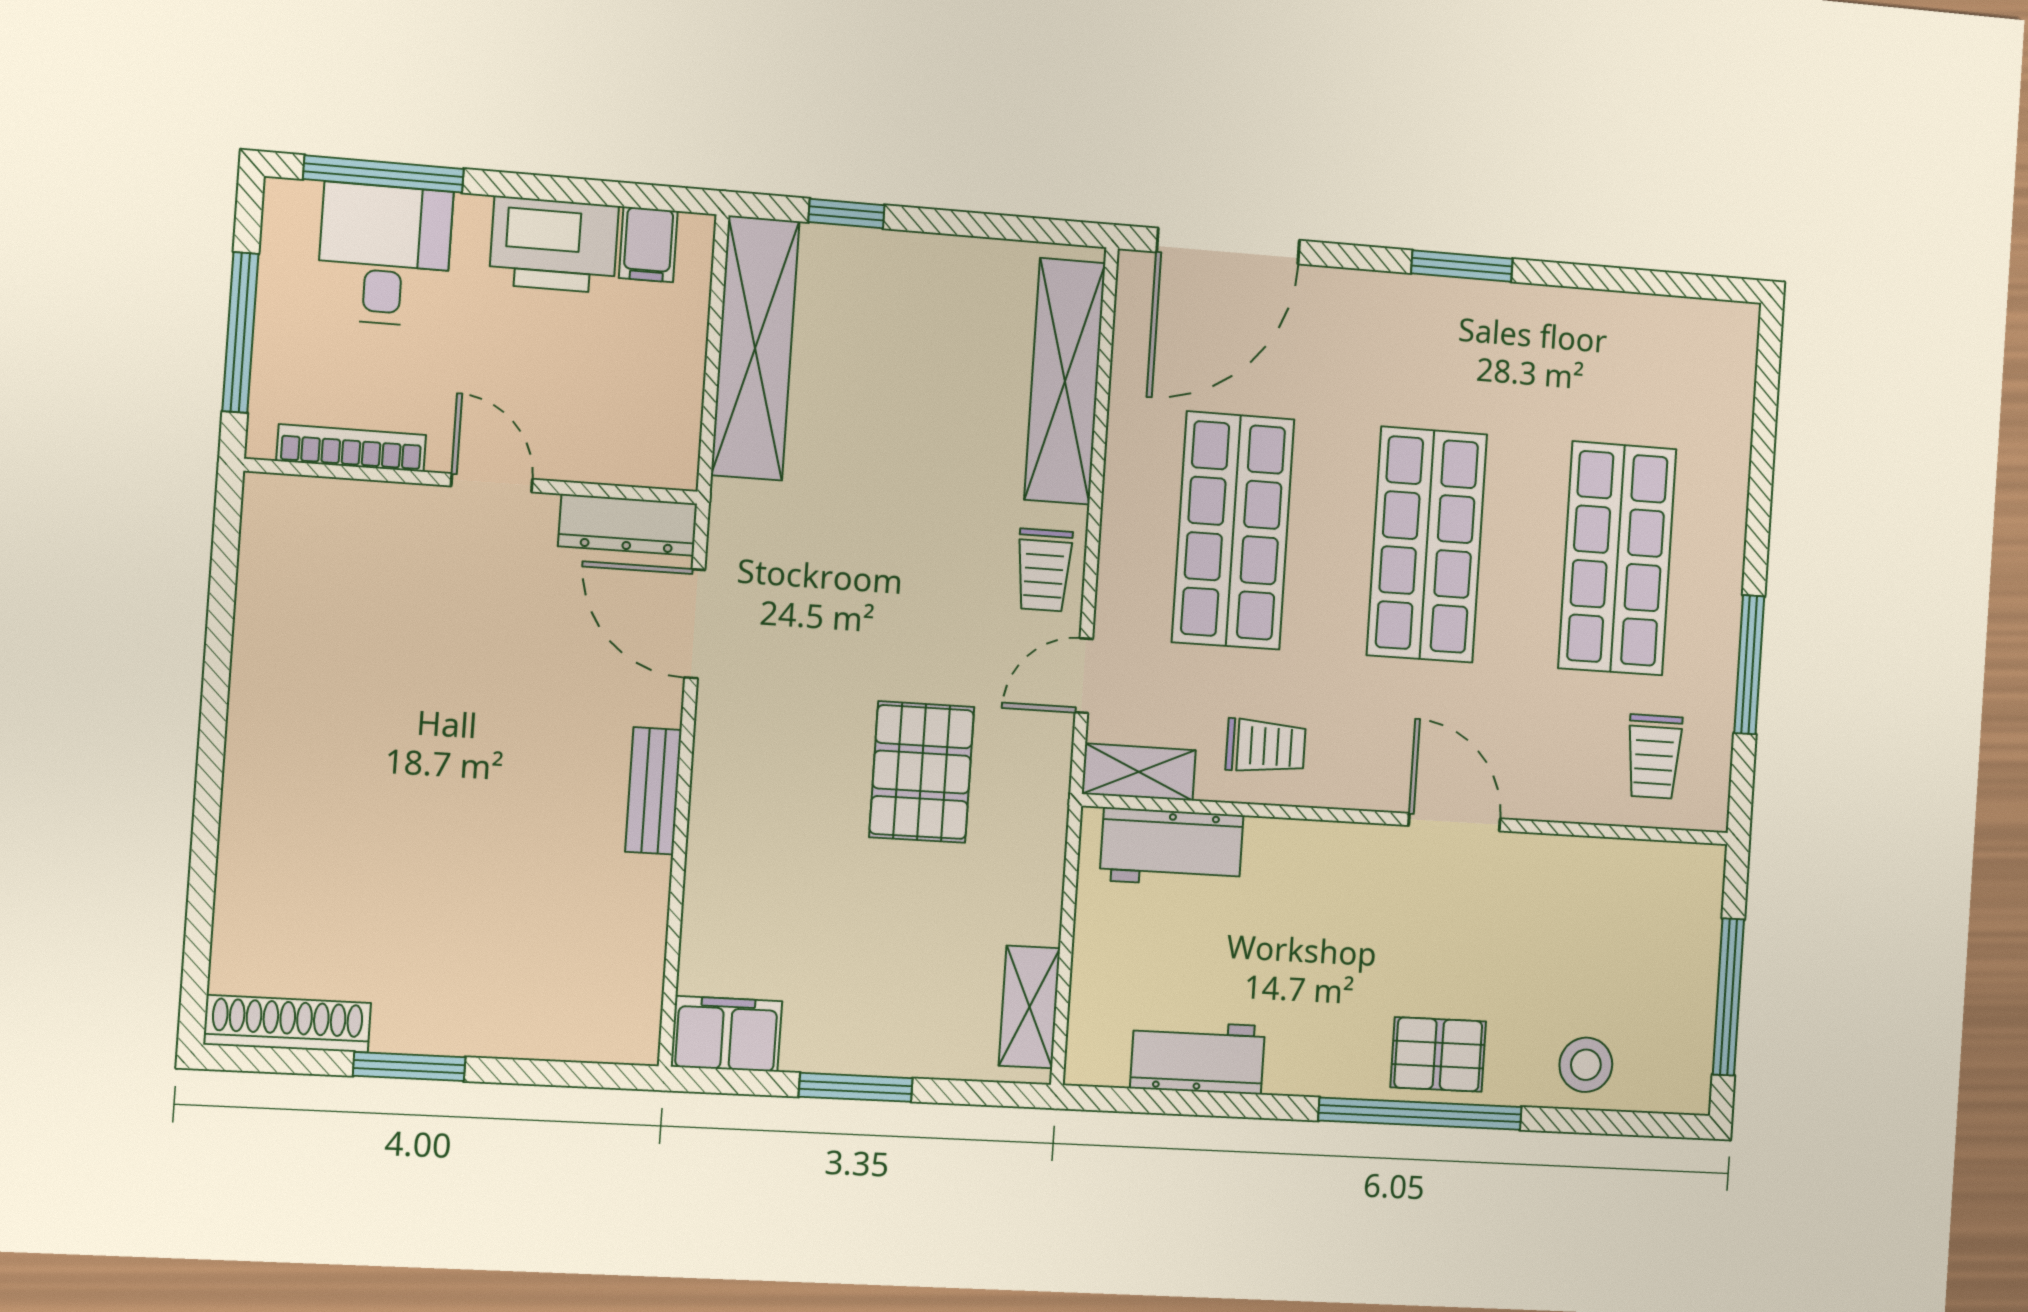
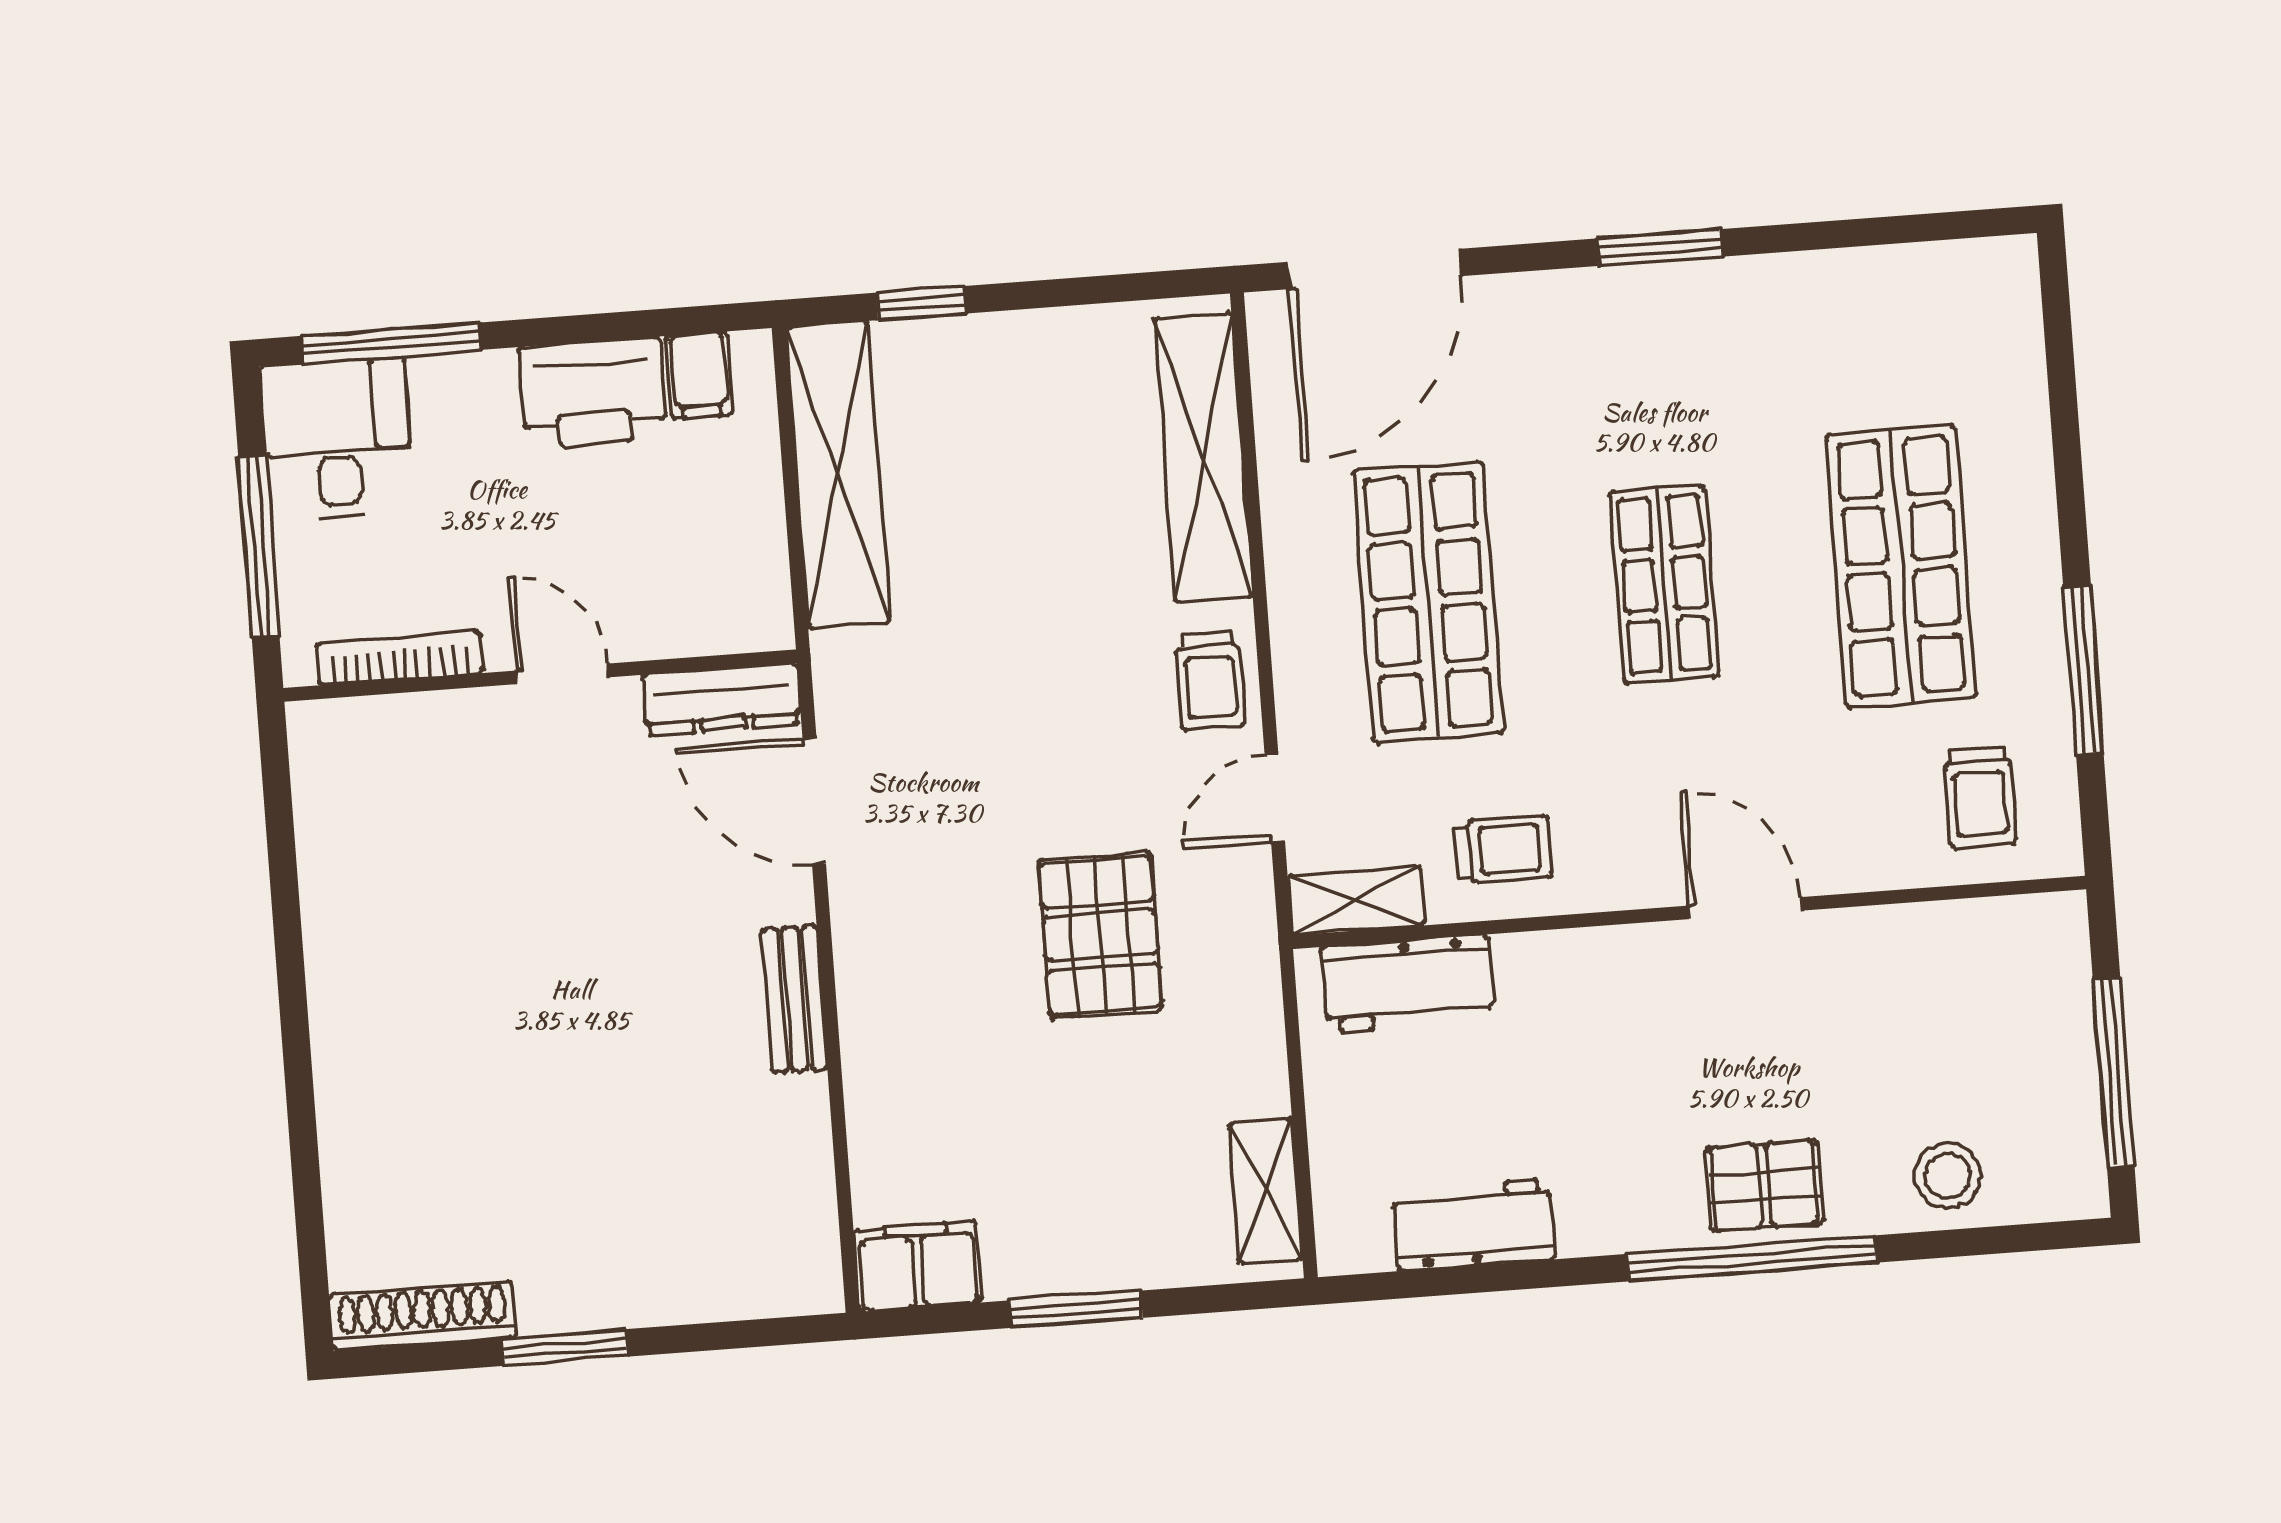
desk: (385, 255) -> (337, 439), moved
shop shelf: (1427, 545) -> (1664, 584), width x0.70, depth x0.74

